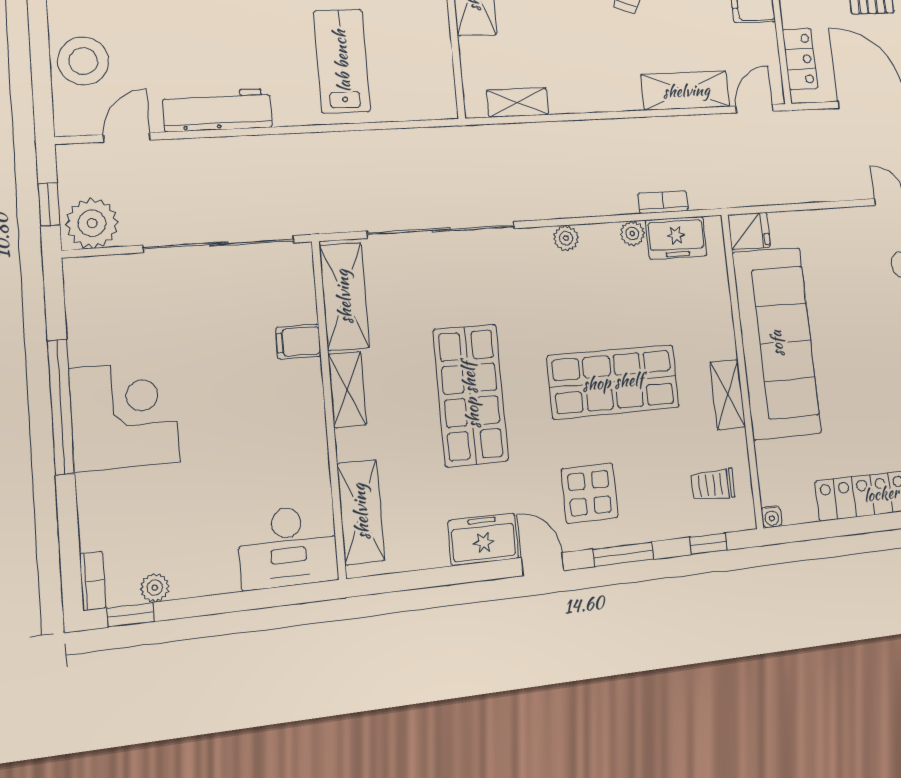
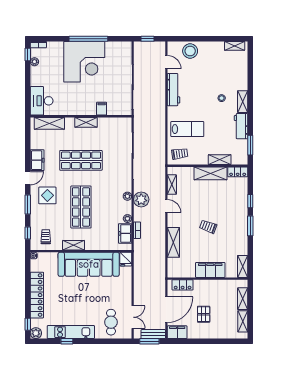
trolley: (421, 82) -> (180, 154), added
door: (755, 109) -> (166, 206), moved
plant: (92, 223) -> (141, 199), moved
shelving: (344, 297) -> (114, 124), removed
corner desk: (124, 416) -> (84, 62), width x1.36, depth x1.36

